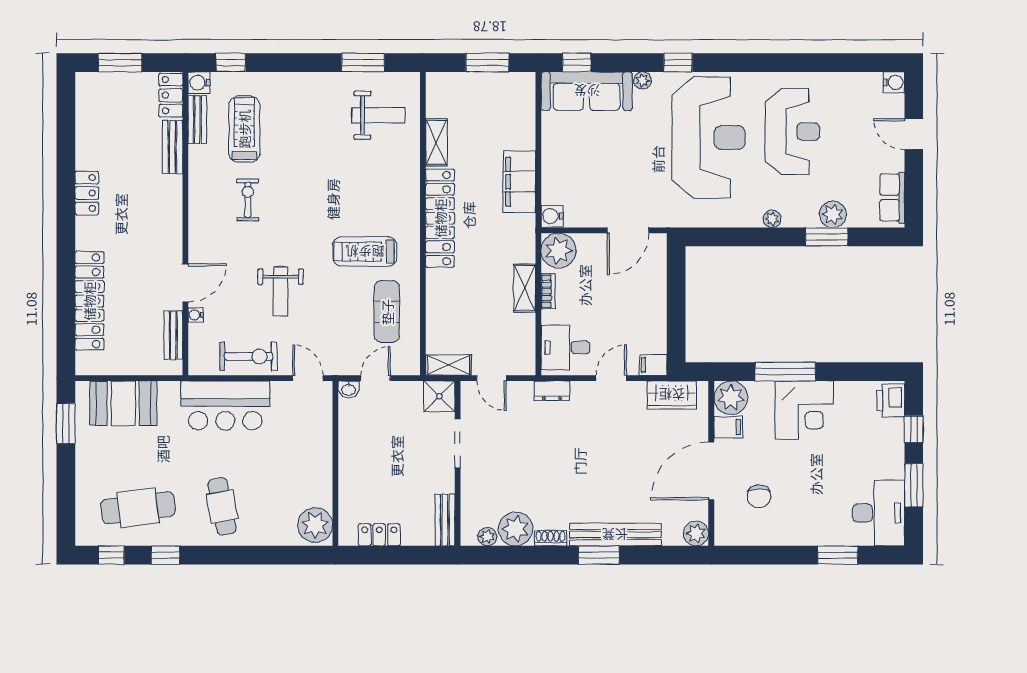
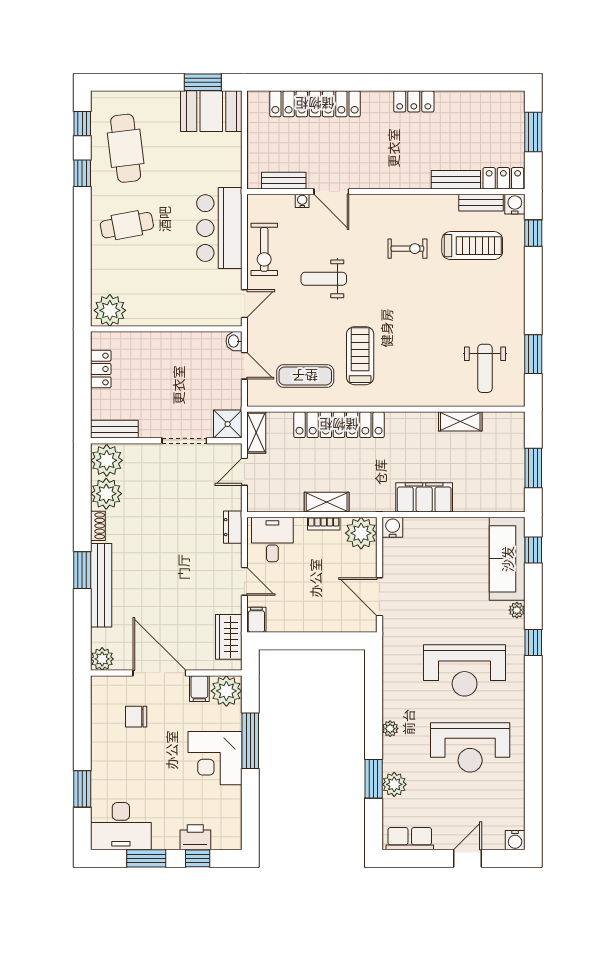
reception desk: (708, 138) -> (465, 670), width x0.74, depth x0.77
locker: (440, 218) -> (339, 425), moved
printer: (891, 400) -> (195, 837), moved
booth: (123, 403) -> (211, 111), moved, turned 90
plant: (487, 537) -> (107, 460), width x1.88, depth x1.88

